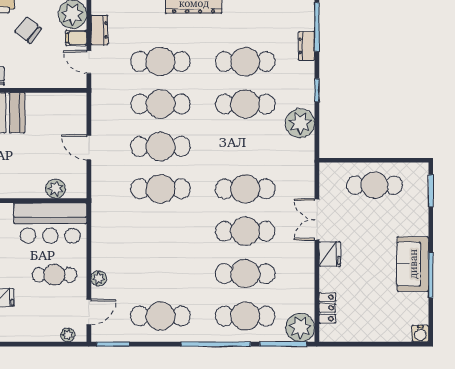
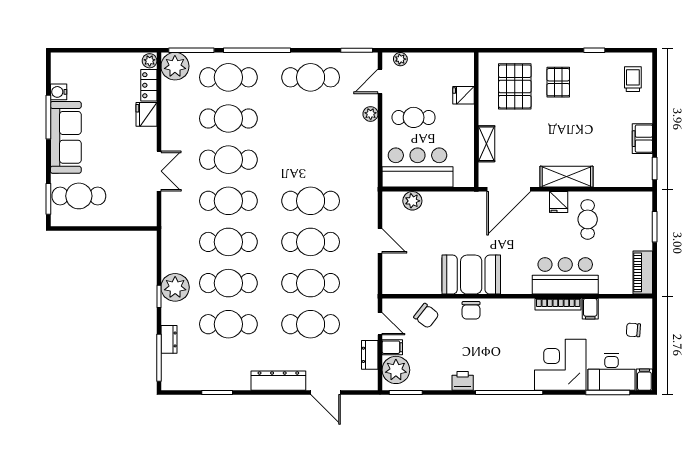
chair: (28, 30) -> (426, 316), moved
plant: (300, 123) -> (175, 287), moved
cafe table: (245, 146) -> (228, 242), added
cafe table: (374, 185) -> (79, 196), moved
fridge: (330, 254) -> (146, 114), moved
sofa: (413, 264) -> (66, 137), width x1.36
plant: (326, 333) -> (150, 61), added
water cooler: (420, 334) -> (59, 92), moved, turned -90

